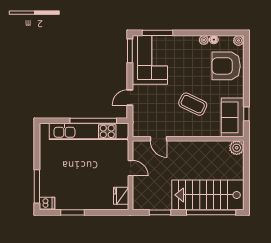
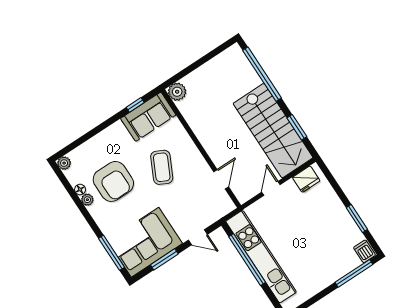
window: (130, 51) -> (164, 259), moved
armchair: (226, 66) -> (113, 181), moved
stairs: (208, 195) -> (273, 131), moved

